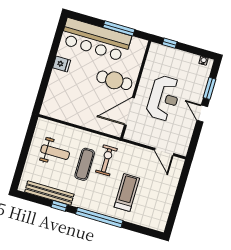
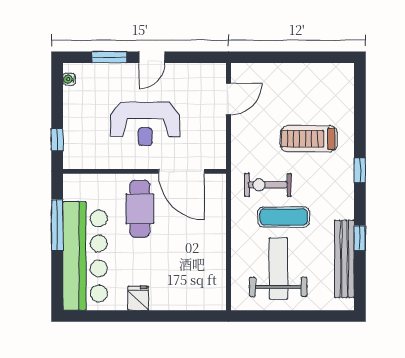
reception desk: (164, 98) -> (145, 124), turned 180
weight bench: (55, 152) -> (278, 268), width x1.36, depth x1.33
window: (99, 217) -> (360, 170), width x0.32

